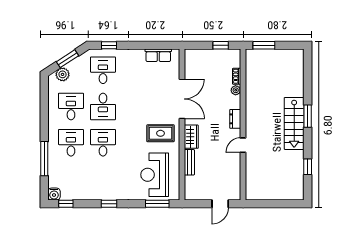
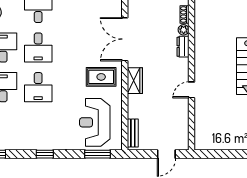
double door: (182, 99) -> (125, 39), swing flipped
dresser: (235, 119) -> (183, 47), moved
desk: (103, 143) -> (38, 87), turned 180
bench: (189, 162) -> (133, 133), moved

